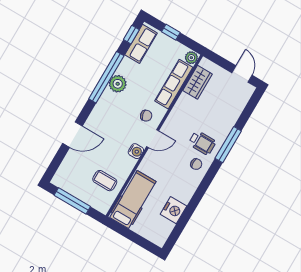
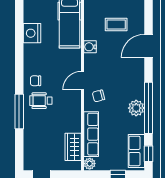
water cooler: (136, 151) -> (90, 47), moved
coffee table: (105, 181) -> (116, 24), moved

